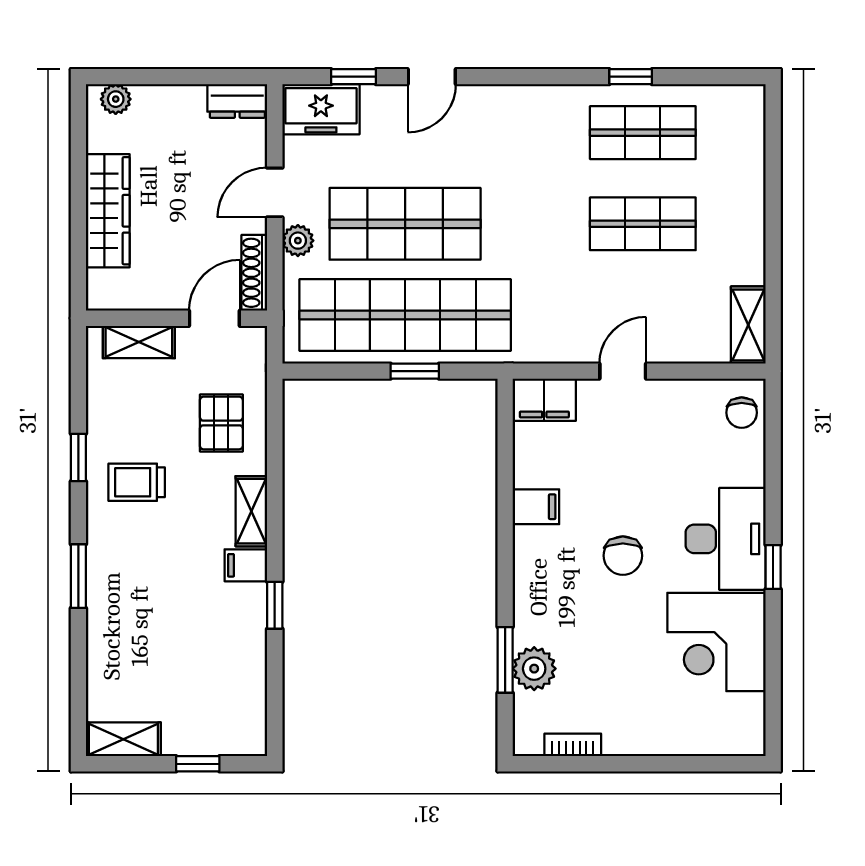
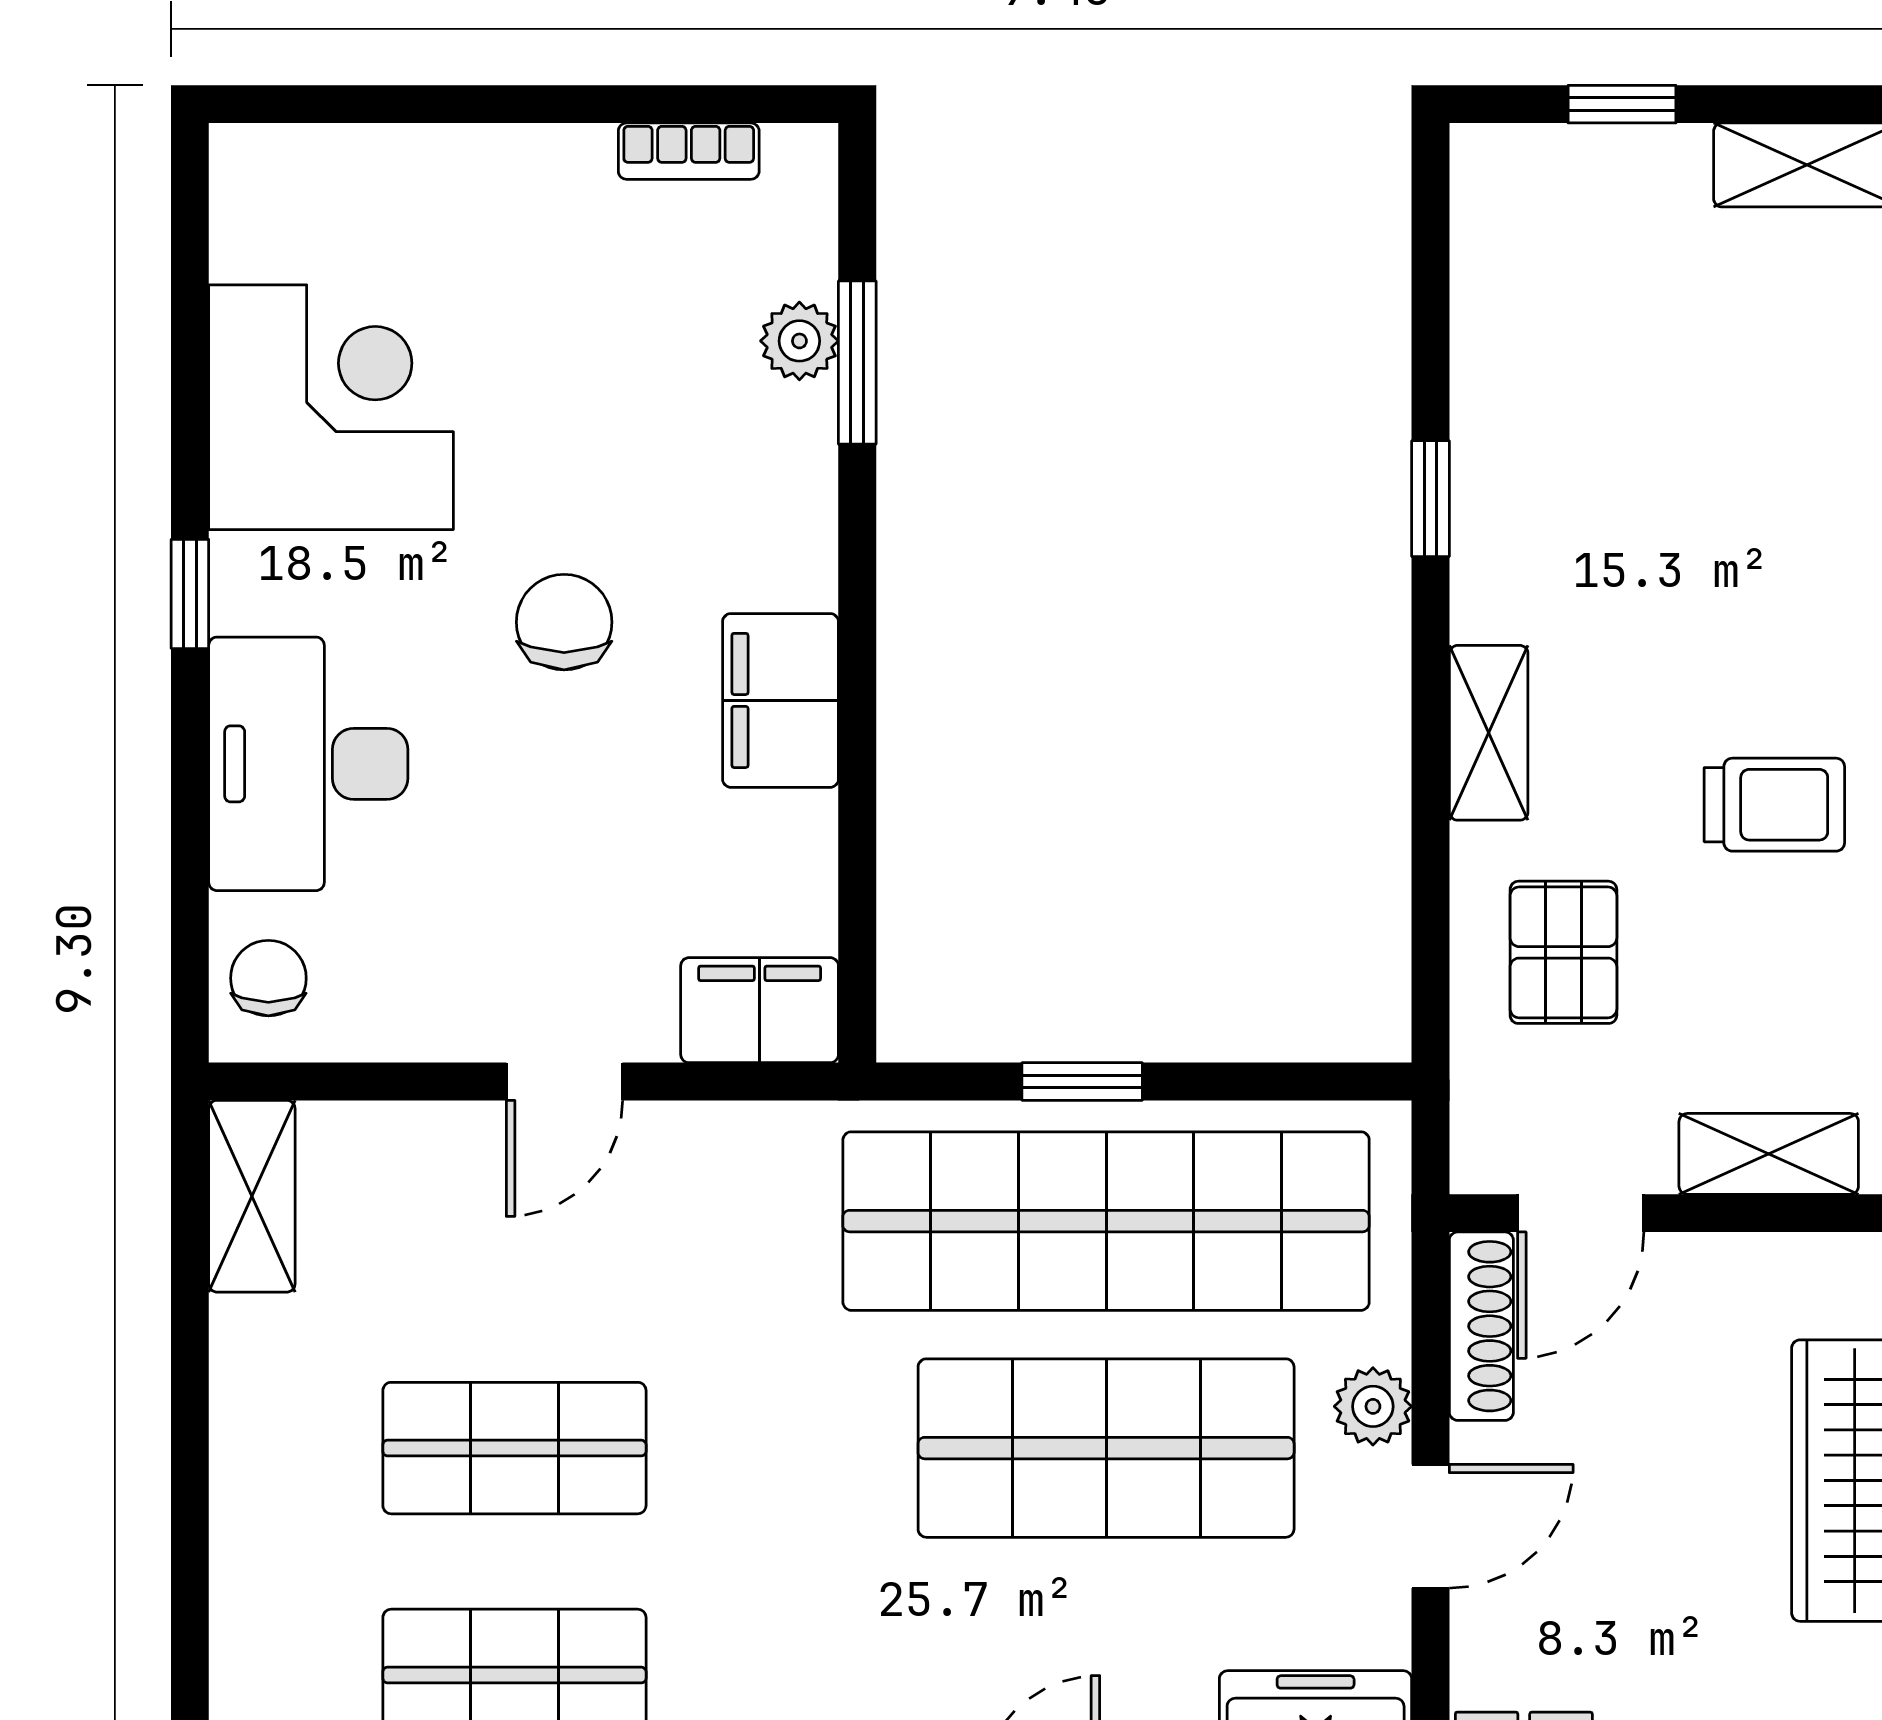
filing cabinet: (536, 507) -> (780, 700), width x2.00
desk: (726, 539) -> (308, 764), moved
filing cabinet: (246, 565) -> (1502, 598), removed
plant: (534, 669) -> (799, 341), width x0.73, depth x0.73

